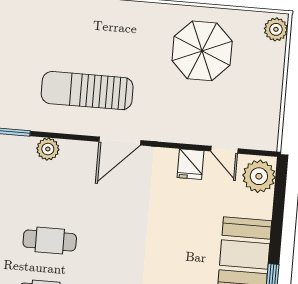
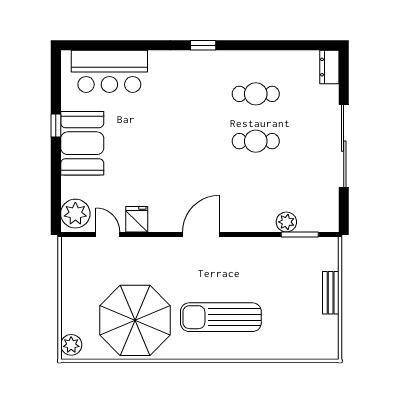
parasol: (202, 51) -> (135, 320), width x1.36, depth x1.36
sun lounger: (87, 91) -> (221, 317), moved, turned 180
plant: (48, 149) -> (286, 222), moved

